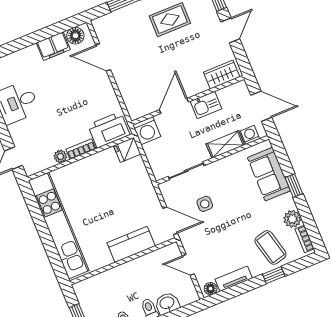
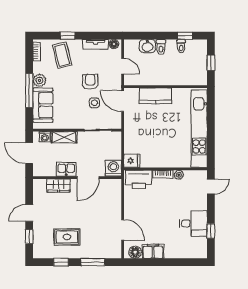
wardrobe: (222, 75) -> (59, 185), moved
window: (294, 186) -> (29, 90), width x2.17
plant: (292, 219) -> (39, 80), moved
armchair: (221, 228) -> (90, 82), added

